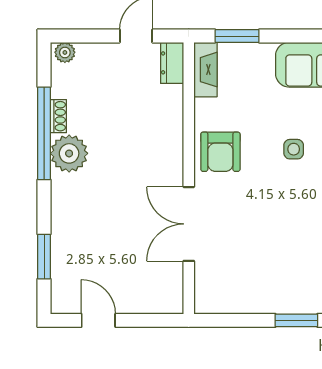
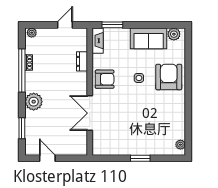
dresser: (172, 63) -> (82, 61), moved
armchair: (220, 152) -> (105, 79), turned -90
plant: (69, 153) -> (34, 102), moved

